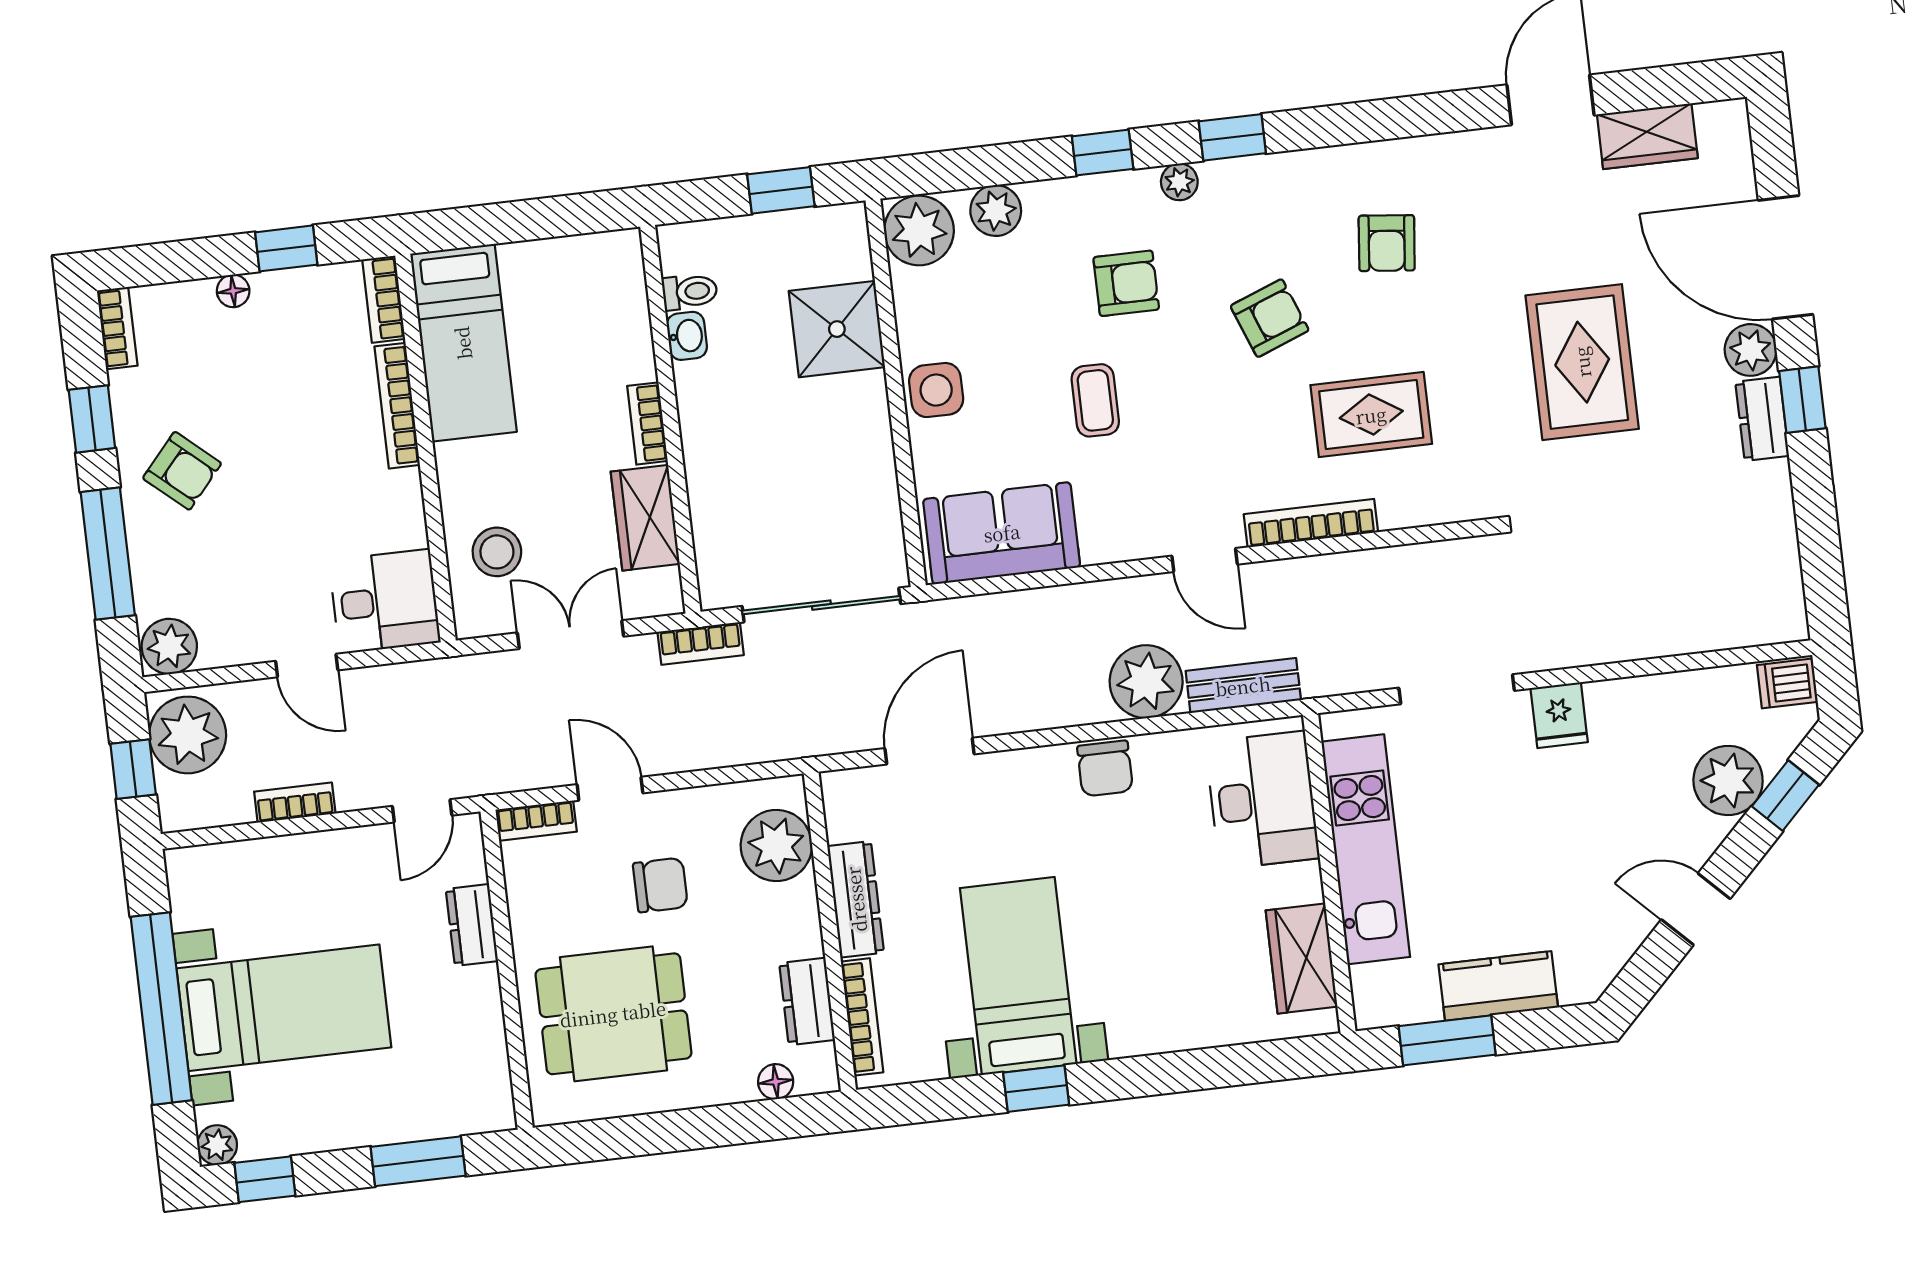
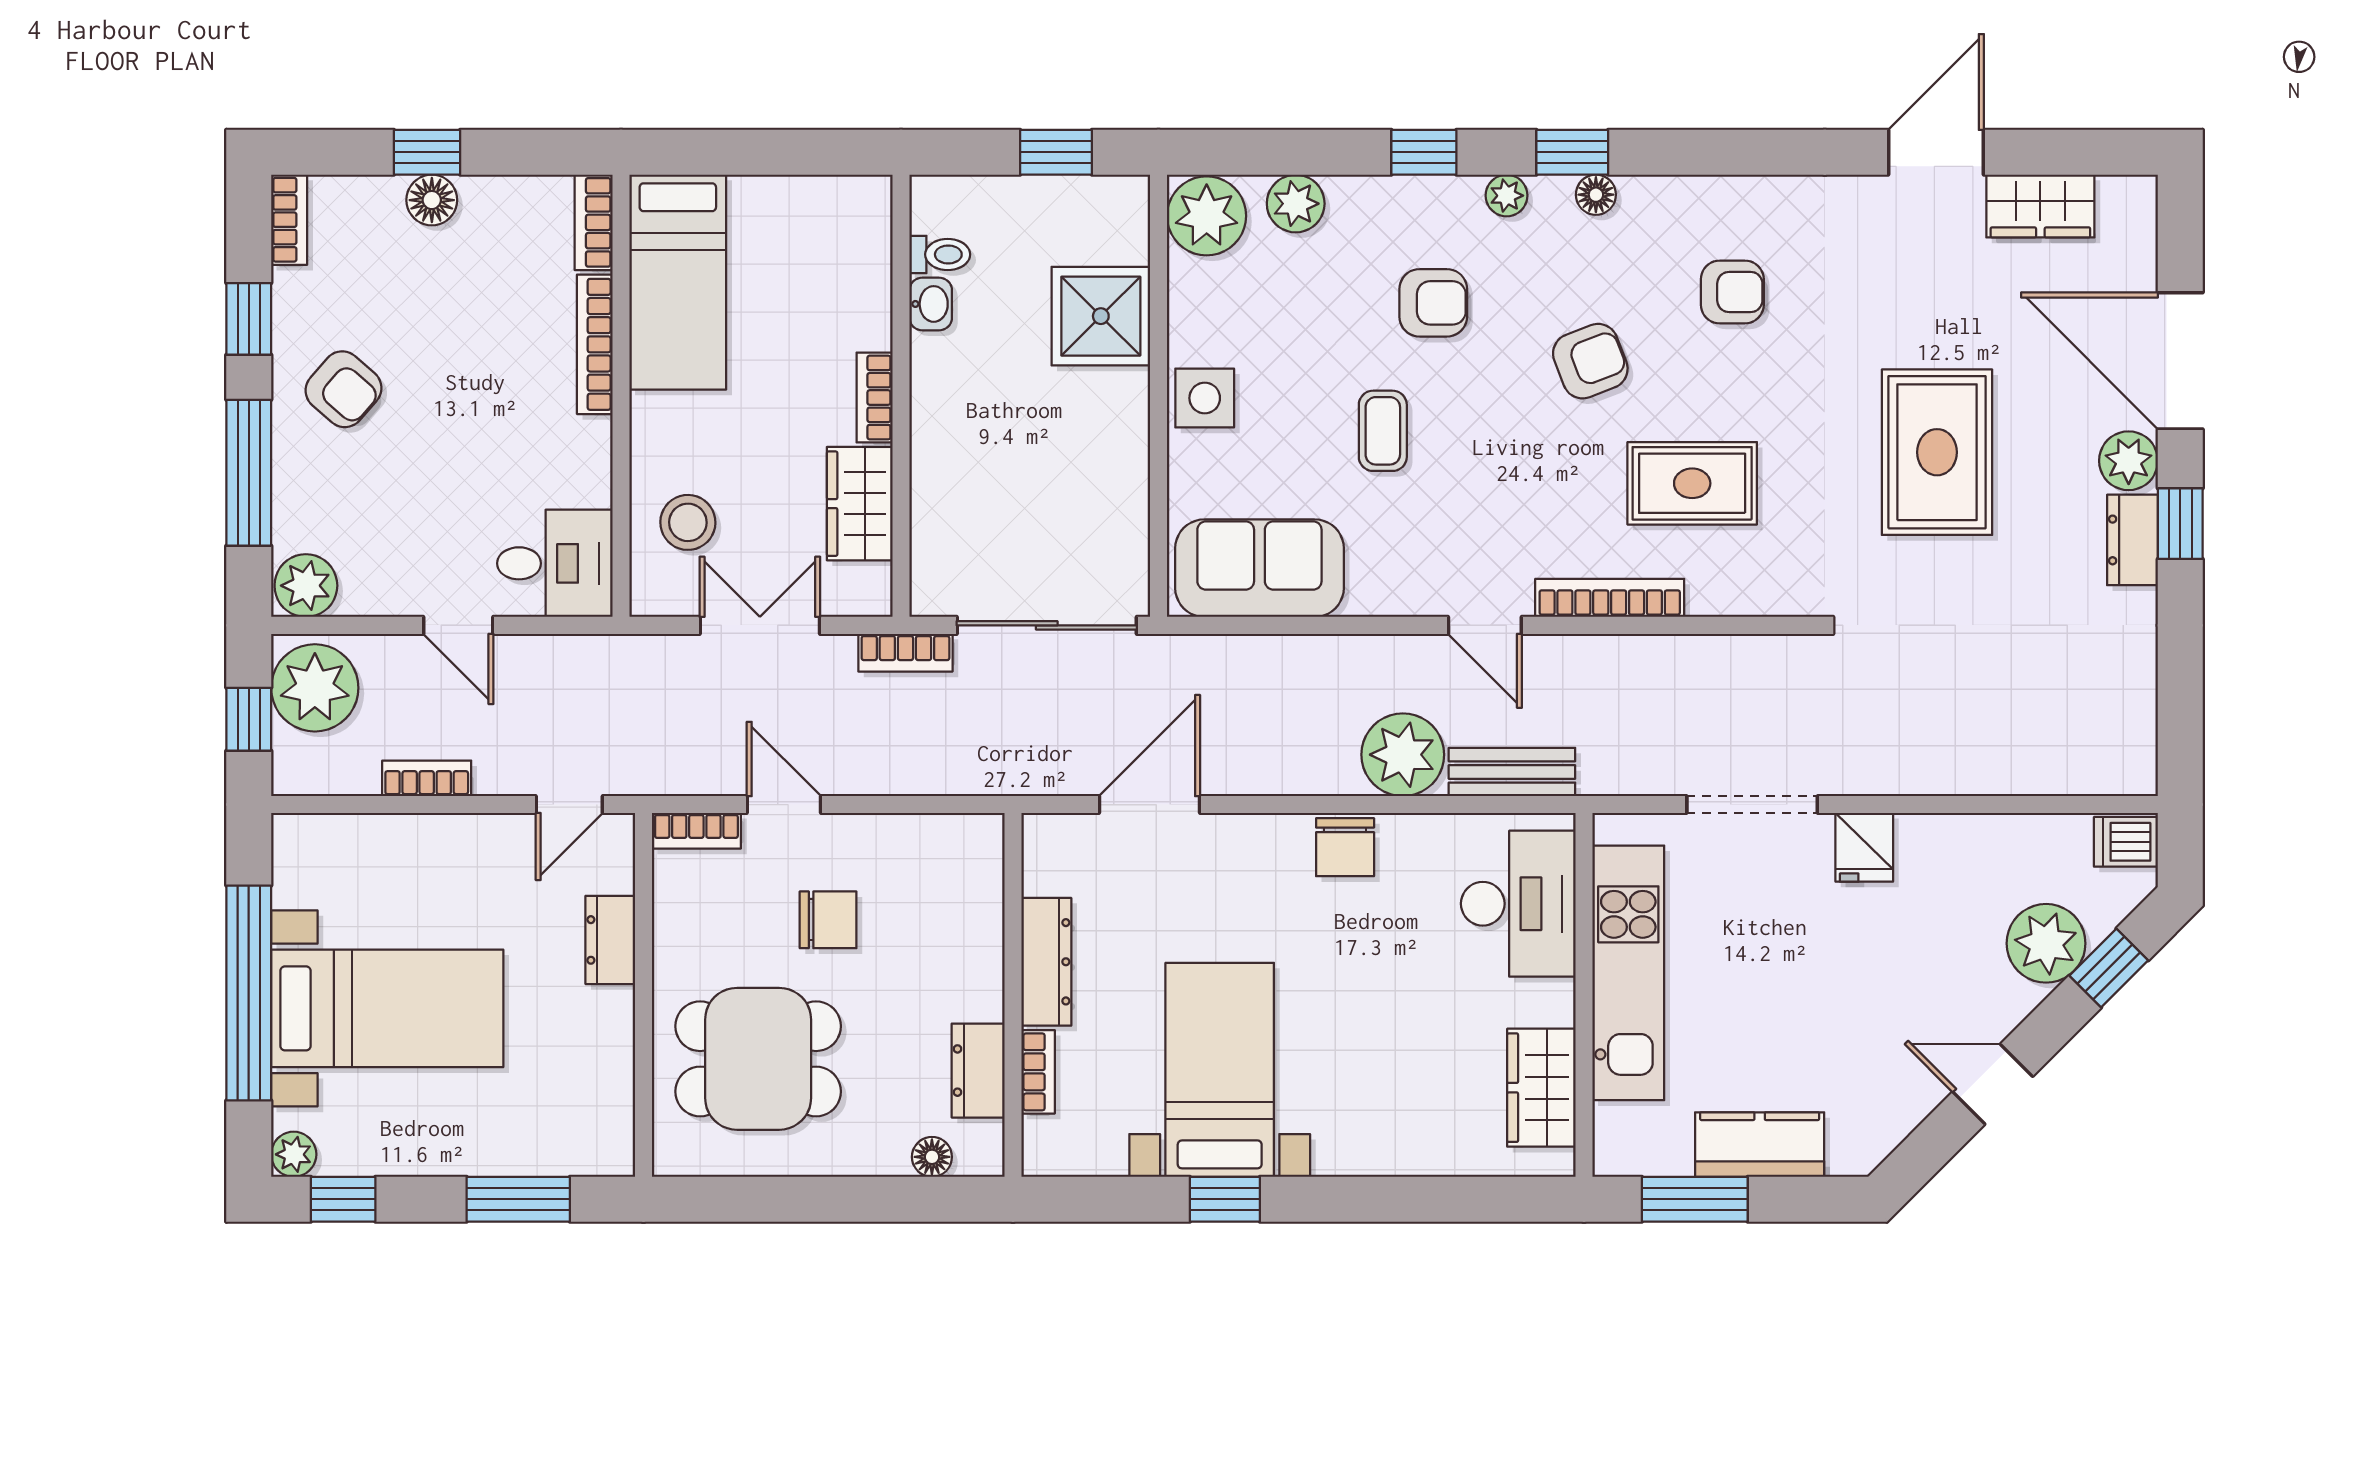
floor lamp: (1257, 172) -> (1596, 195), added
armchair: (1387, 243) -> (1732, 292), turned -96
window: (286, 248) -> (427, 152), moved
floor lamp: (233, 291) -> (432, 200), width x1.37, depth x1.37
plant: (776, 846) -> (964, 891), removed
bookcase: (862, 1017) -> (1038, 1072), width x0.64

